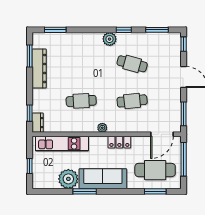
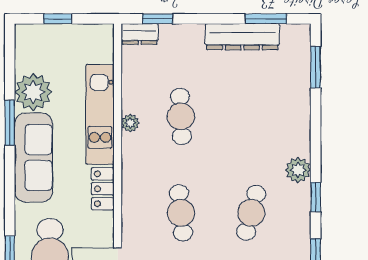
plant: (102, 128) -> (130, 123), moved
kitchen unit: (62, 144) -> (100, 114), moved

